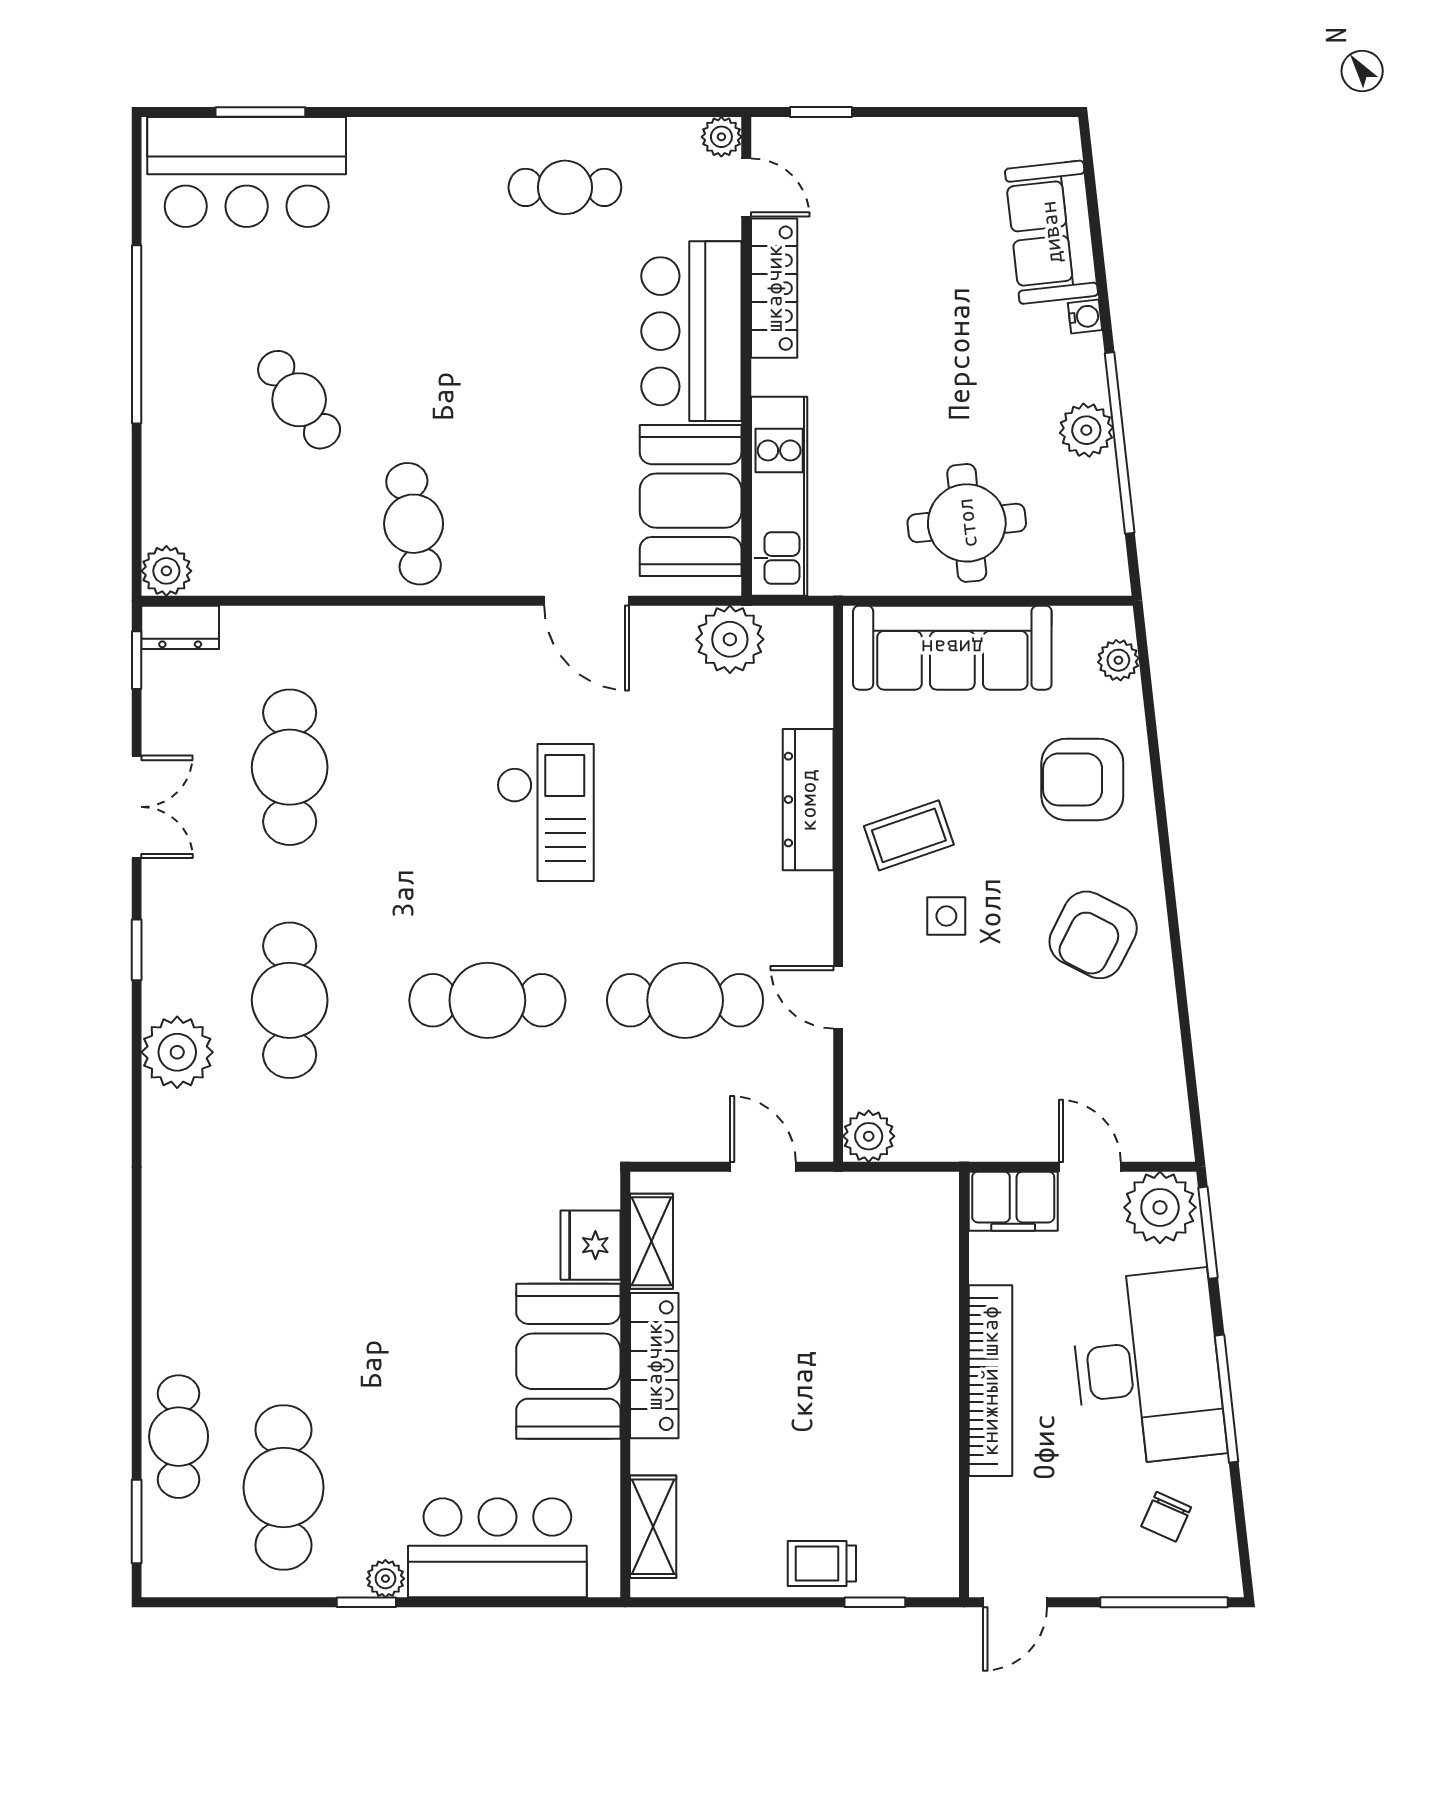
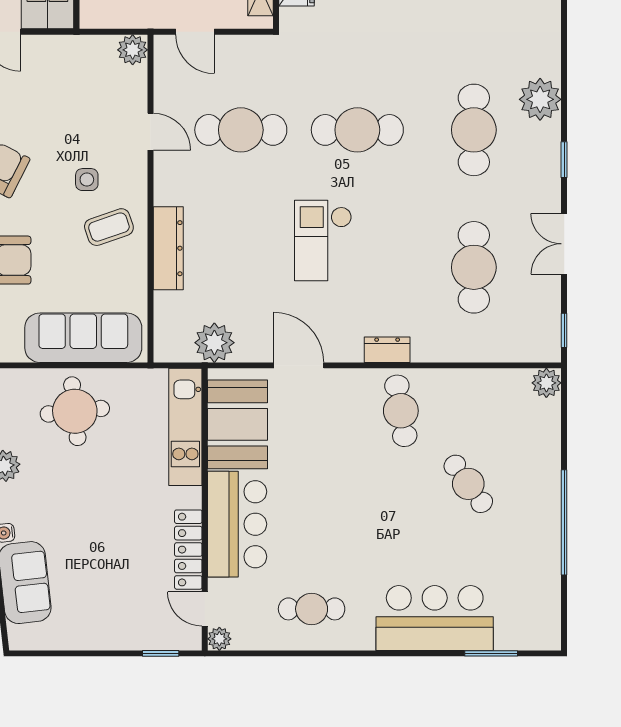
bar counter: (247, 172) -> (435, 618), moved
dresser: (180, 627) -> (387, 350), moved

